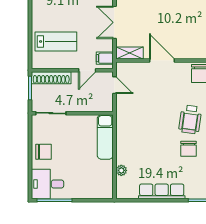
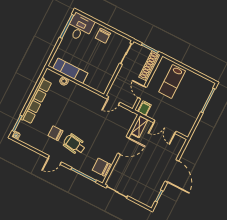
double door: (114, 22) -> (165, 127), swing flipped
door: (114, 85) -> (114, 101), moved
exam couch: (105, 137) -> (70, 71), moved
row of seats: (162, 191) -> (36, 101), width x1.36

